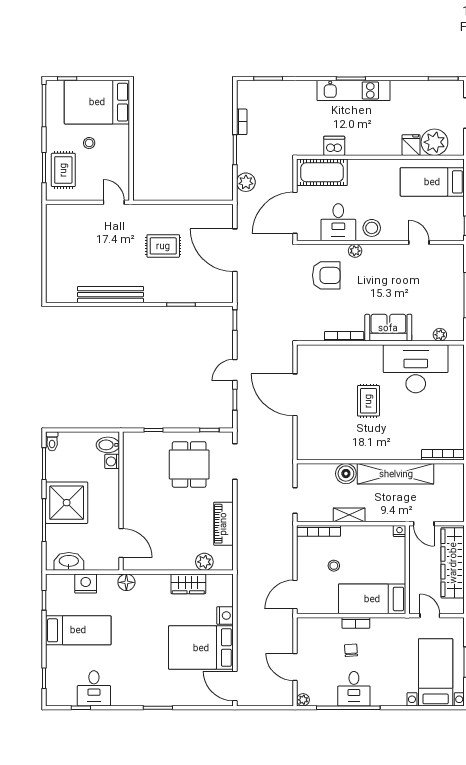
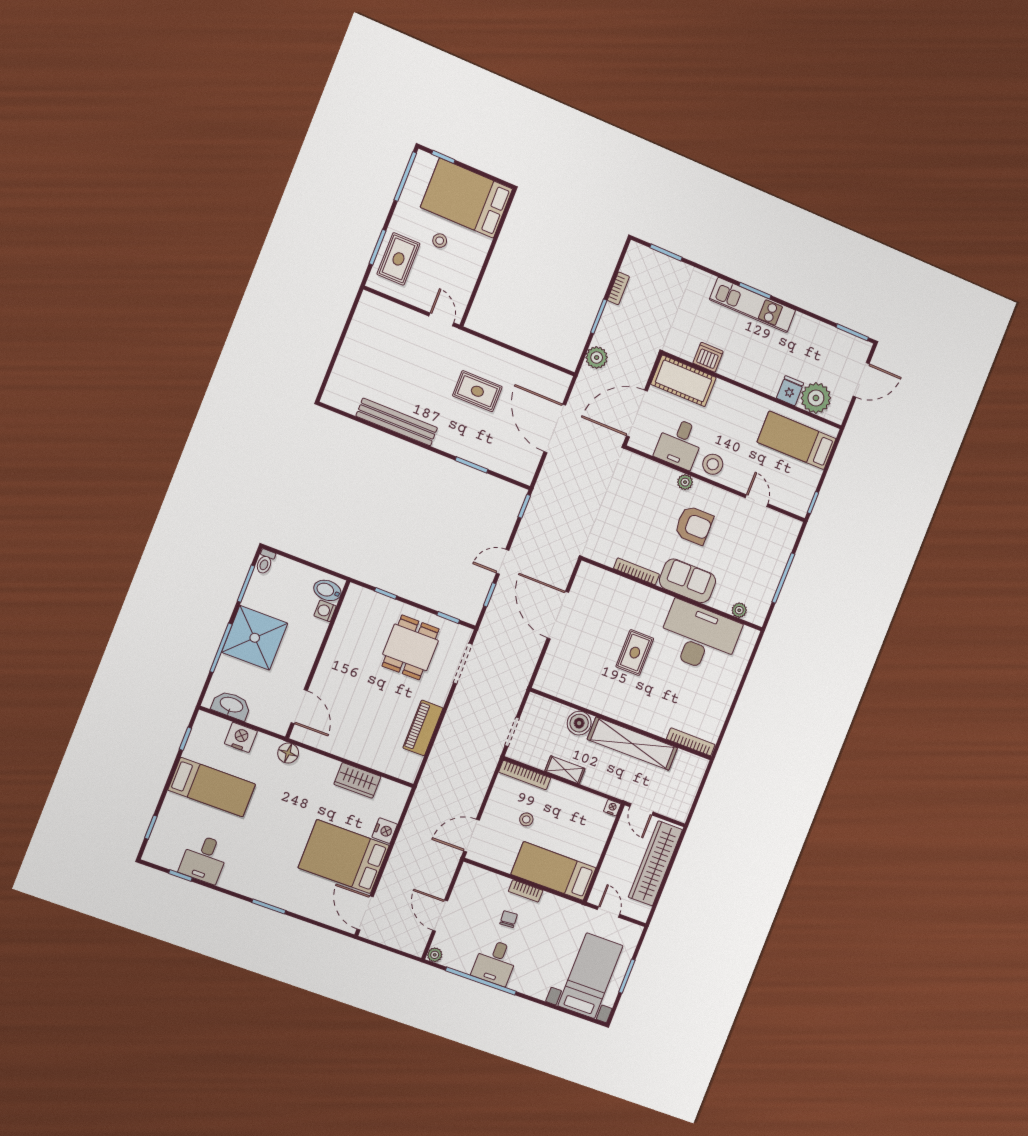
armchair: (326, 275) -> (694, 525), moved
plant: (204, 562) -> (385, 762), removed

